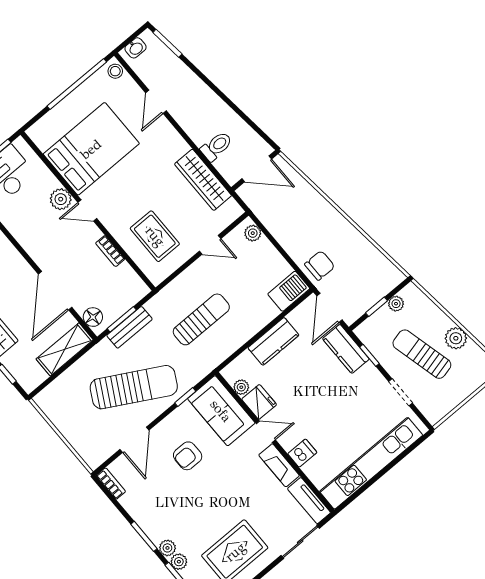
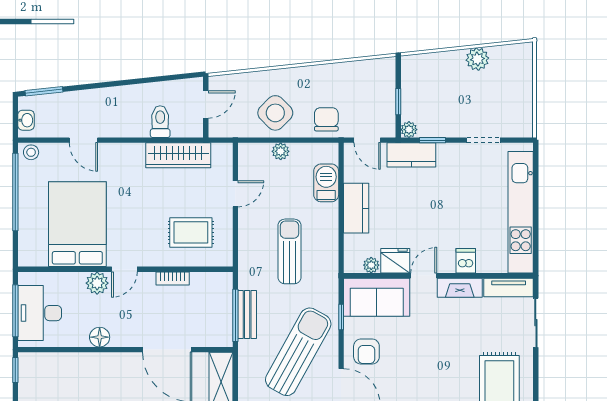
door: (257, 169) -> (206, 105), width x0.73
side table: (293, 224) -> (275, 113), added
plant: (253, 233) -> (281, 151), moved
barbecue: (289, 291) -> (326, 183), moved
plant: (396, 304) -> (409, 130), moved
door: (330, 308) -> (367, 140), width x0.73
floor lamp: (93, 317) -> (100, 337), moved
window: (122, 319) -> (235, 315), width x1.44
sun lounger: (422, 354) -> (467, 97), removed
armchair: (188, 456) -> (366, 352), moved

